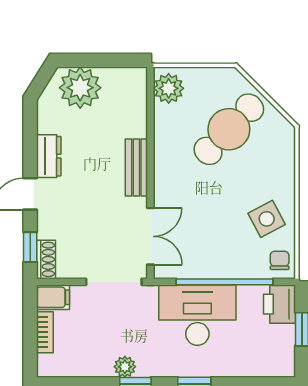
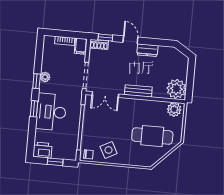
plant: (80, 88) -> (176, 89), moved
cafe table: (229, 129) -> (152, 136), turned -44
printer: (279, 304) -> (42, 150), moved
desk: (197, 315) -> (51, 112), moved, turned 180

